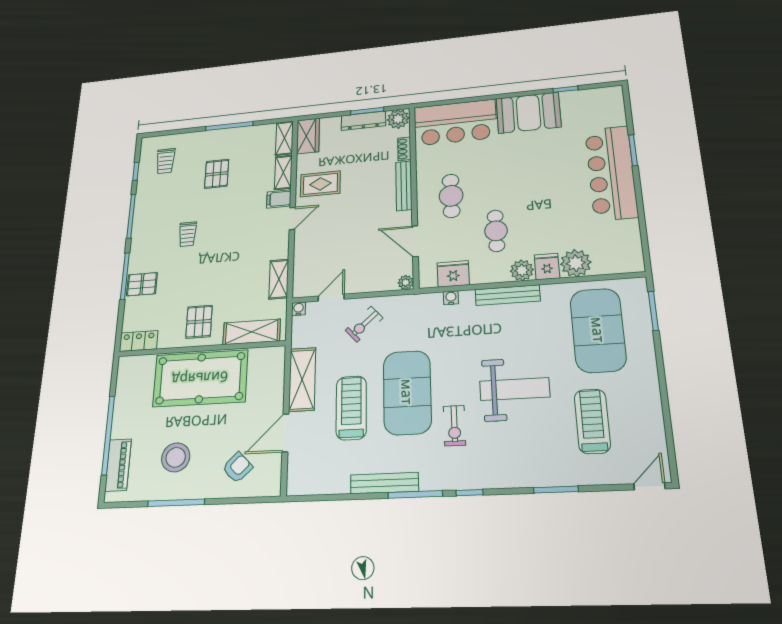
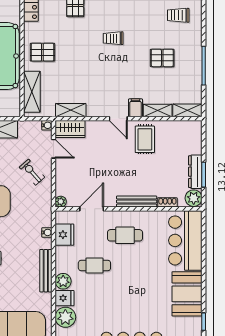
wardrobe: (308, 136) -> (70, 129), moved

